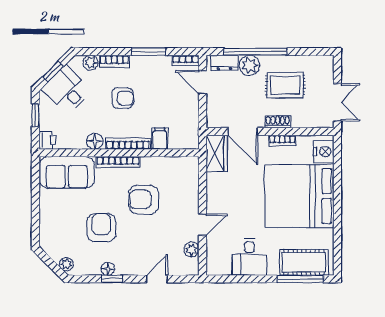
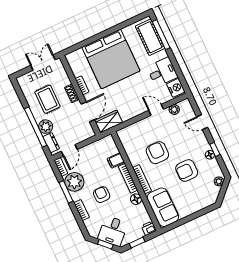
plant: (90, 63) -> (74, 182), moved, width x1.88, depth x1.88
nightstand: (324, 152) -> (176, 88), moved, turned 90
armchair: (144, 199) -> (157, 153), turned 180

